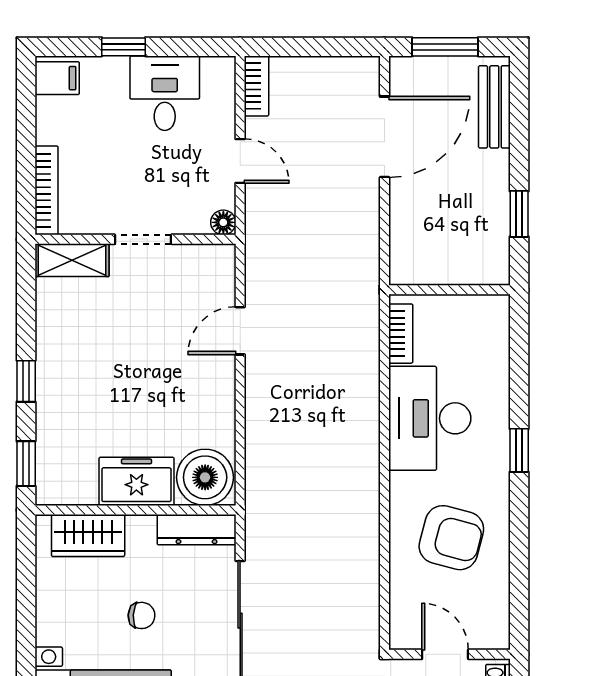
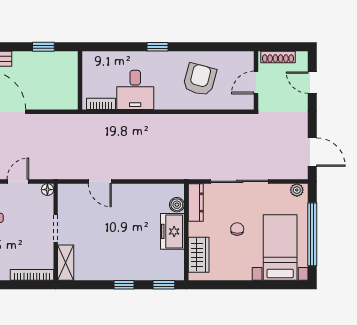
desk: (430, 418) -> (135, 90), width x0.73
boiler: (205, 477) -> (177, 205), width x0.54, depth x0.54

